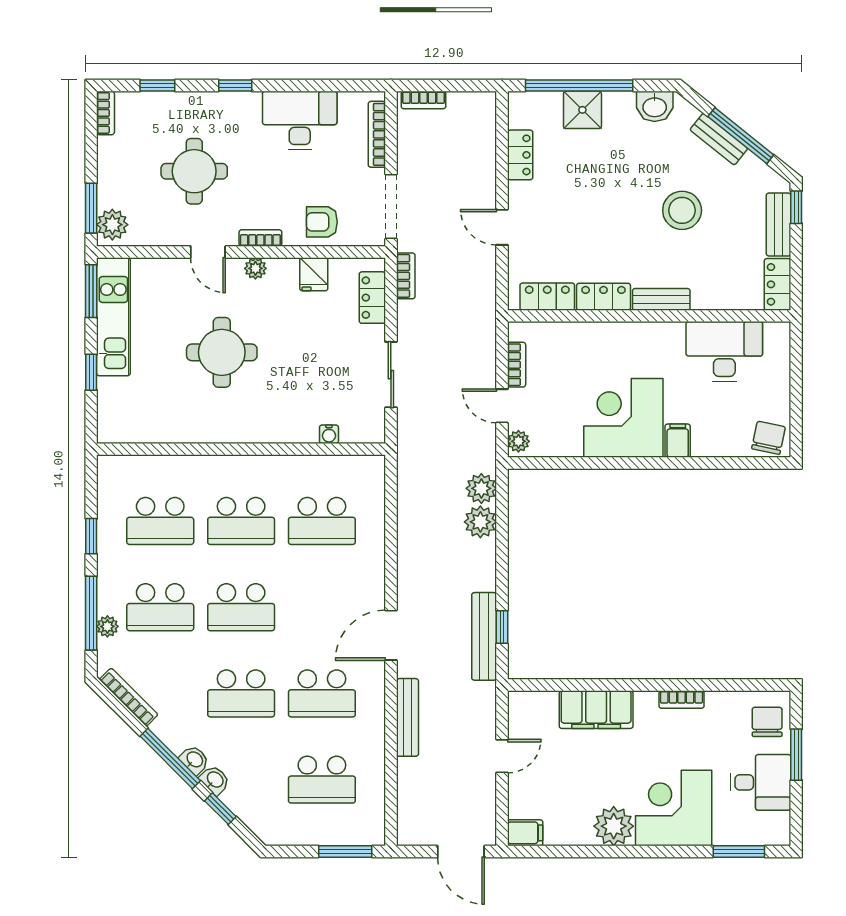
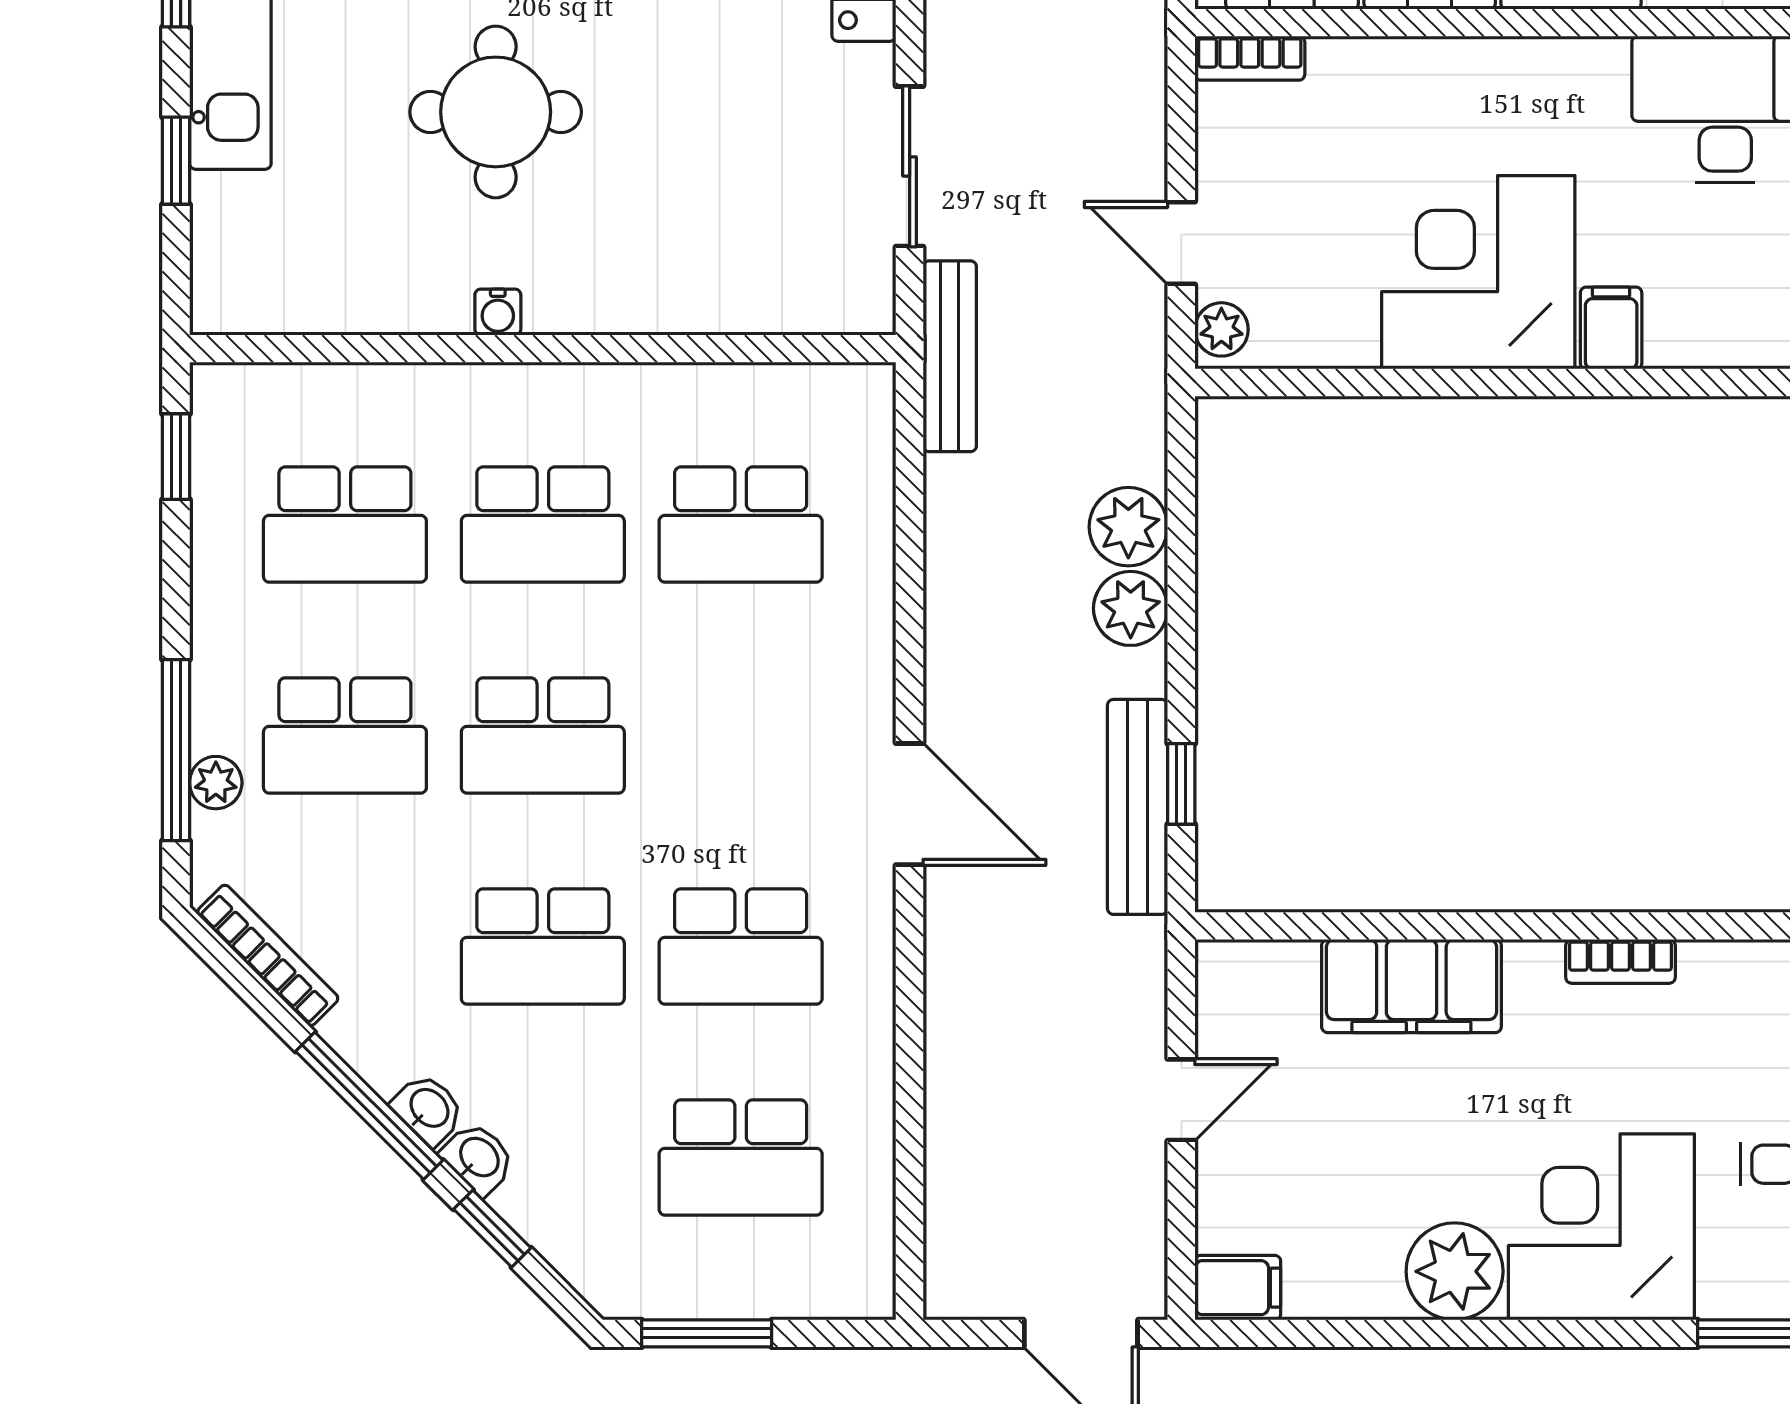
bookcase: (517, 365) -> (1250, 58), moved, turned 90
water cooler: (329, 434) -> (498, 312), moved
plant: (481, 488) -> (1131, 608), moved
window: (91, 536) -> (176, 457), moved
door: (391, 635) -> (910, 804), swing flipped
bench: (407, 717) -> (950, 356), moved
window: (345, 852) -> (707, 1333), moved

